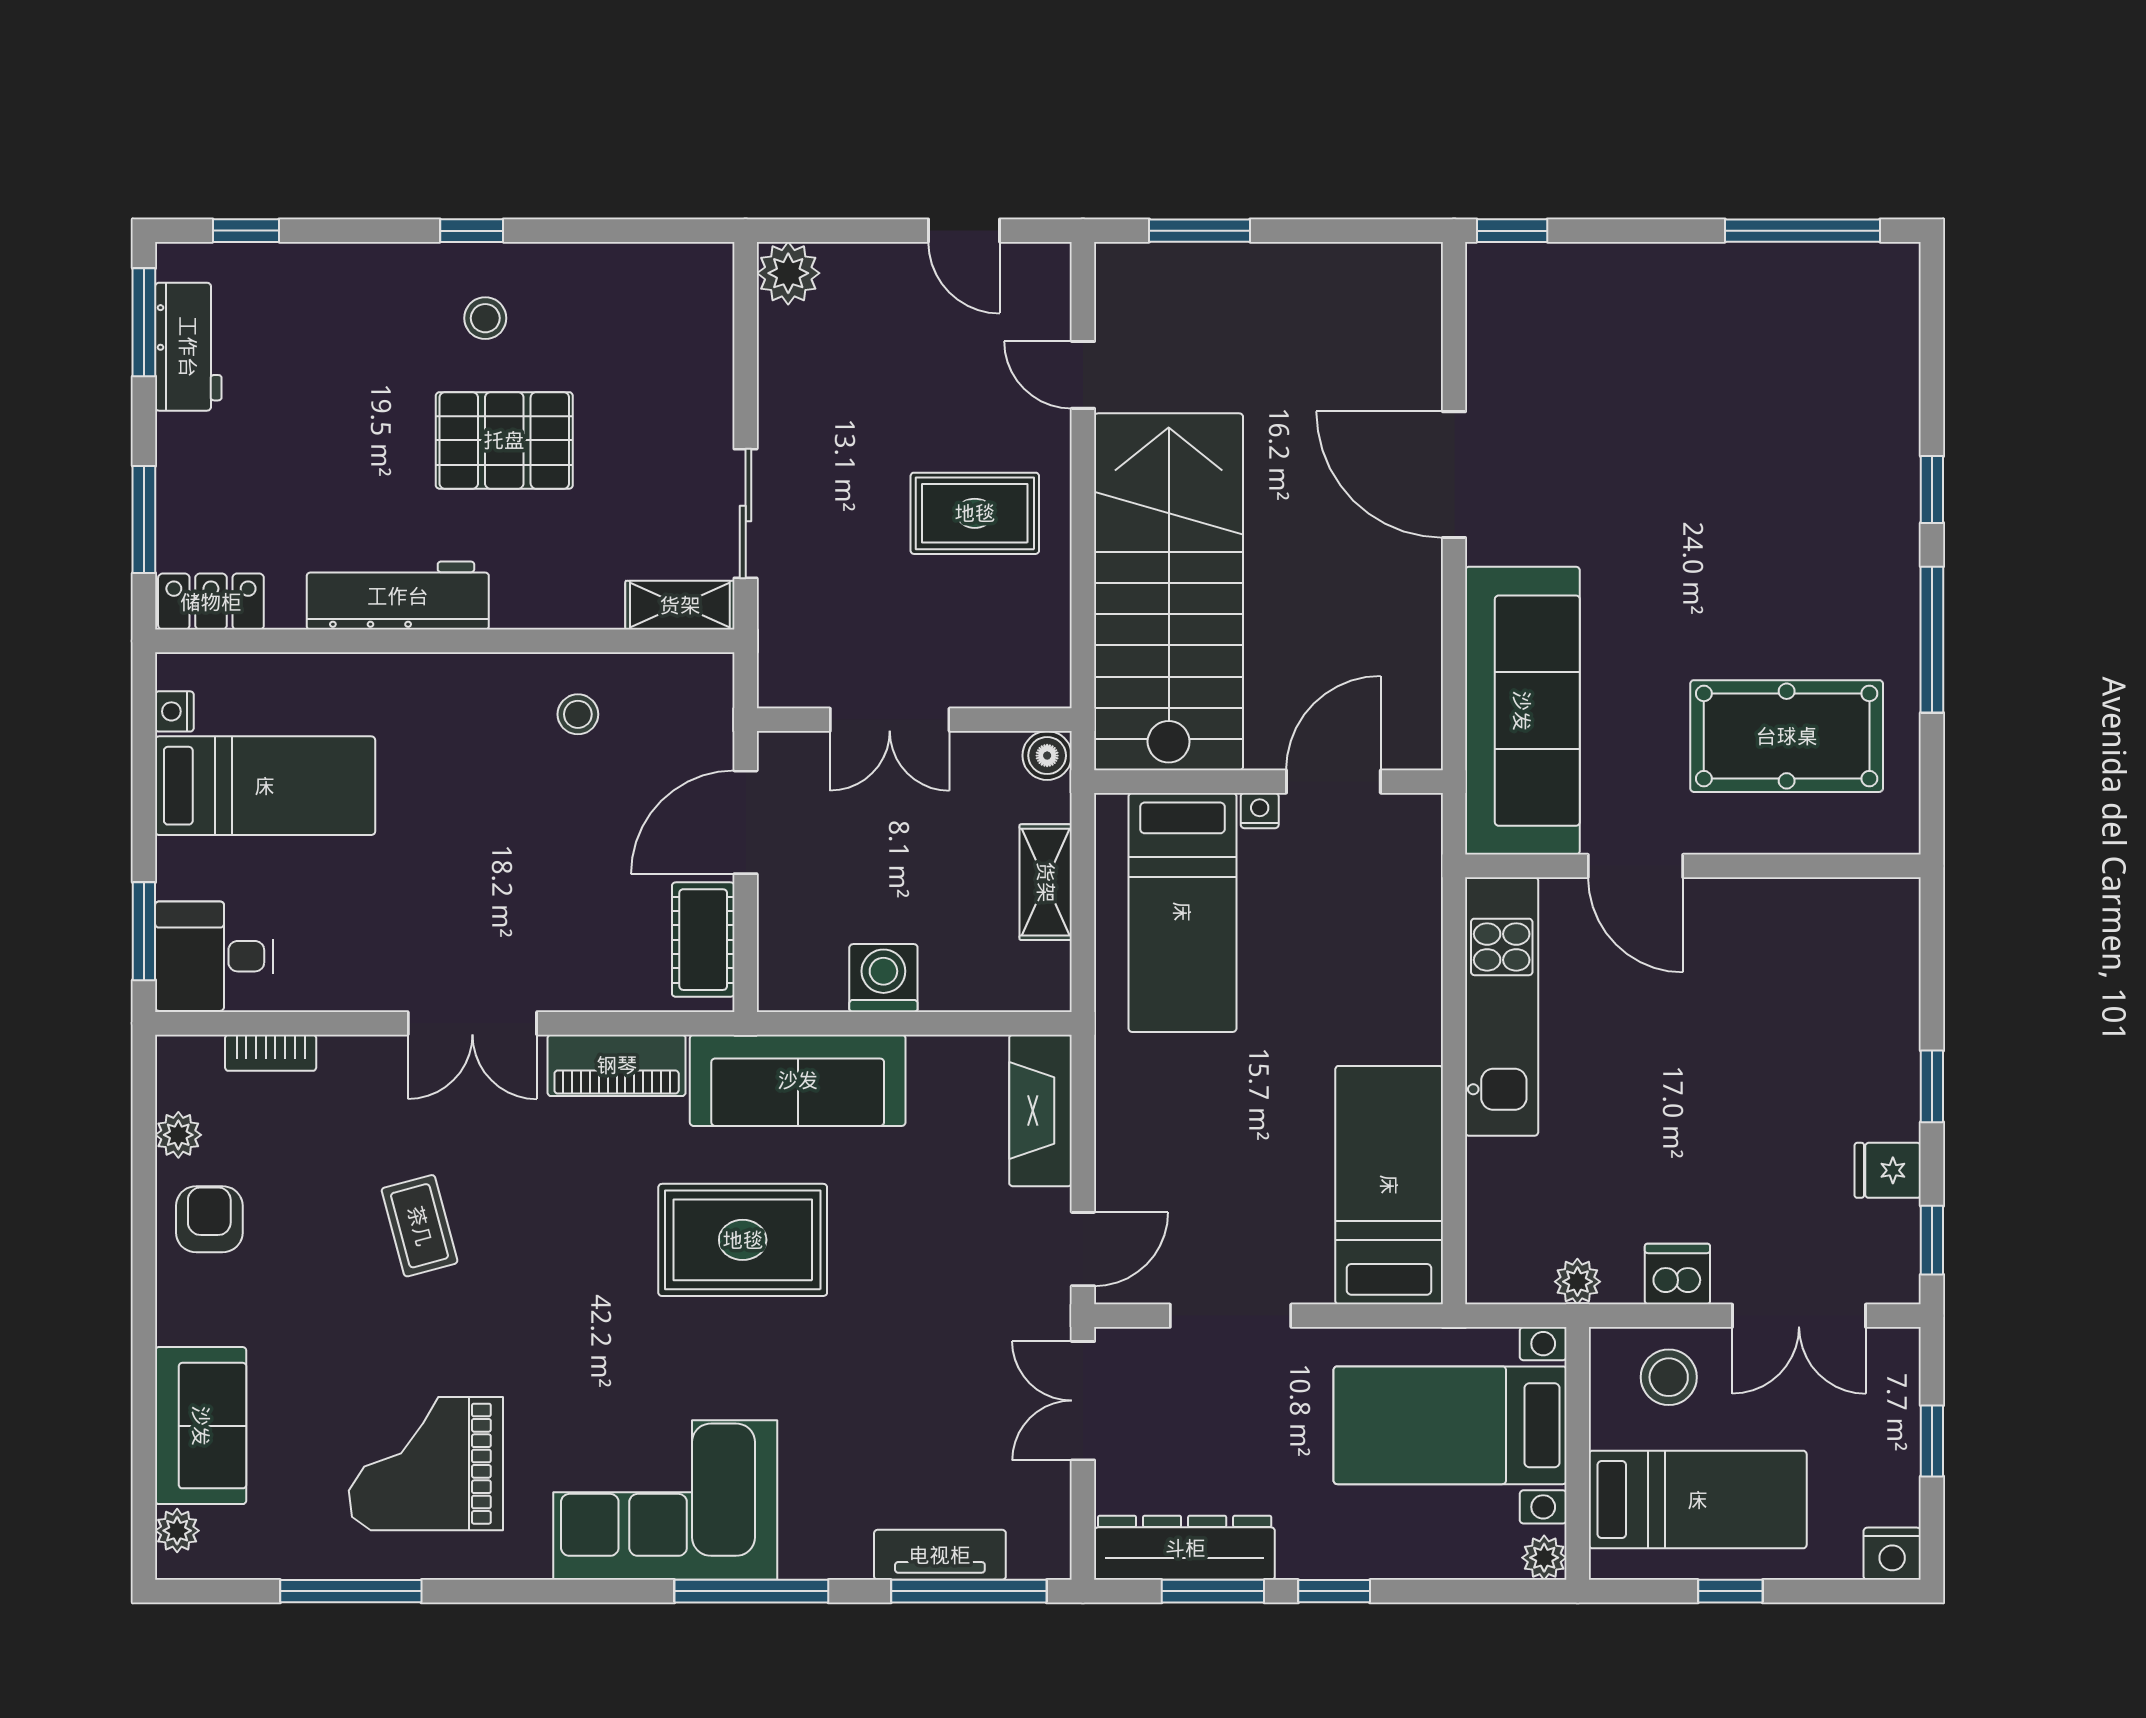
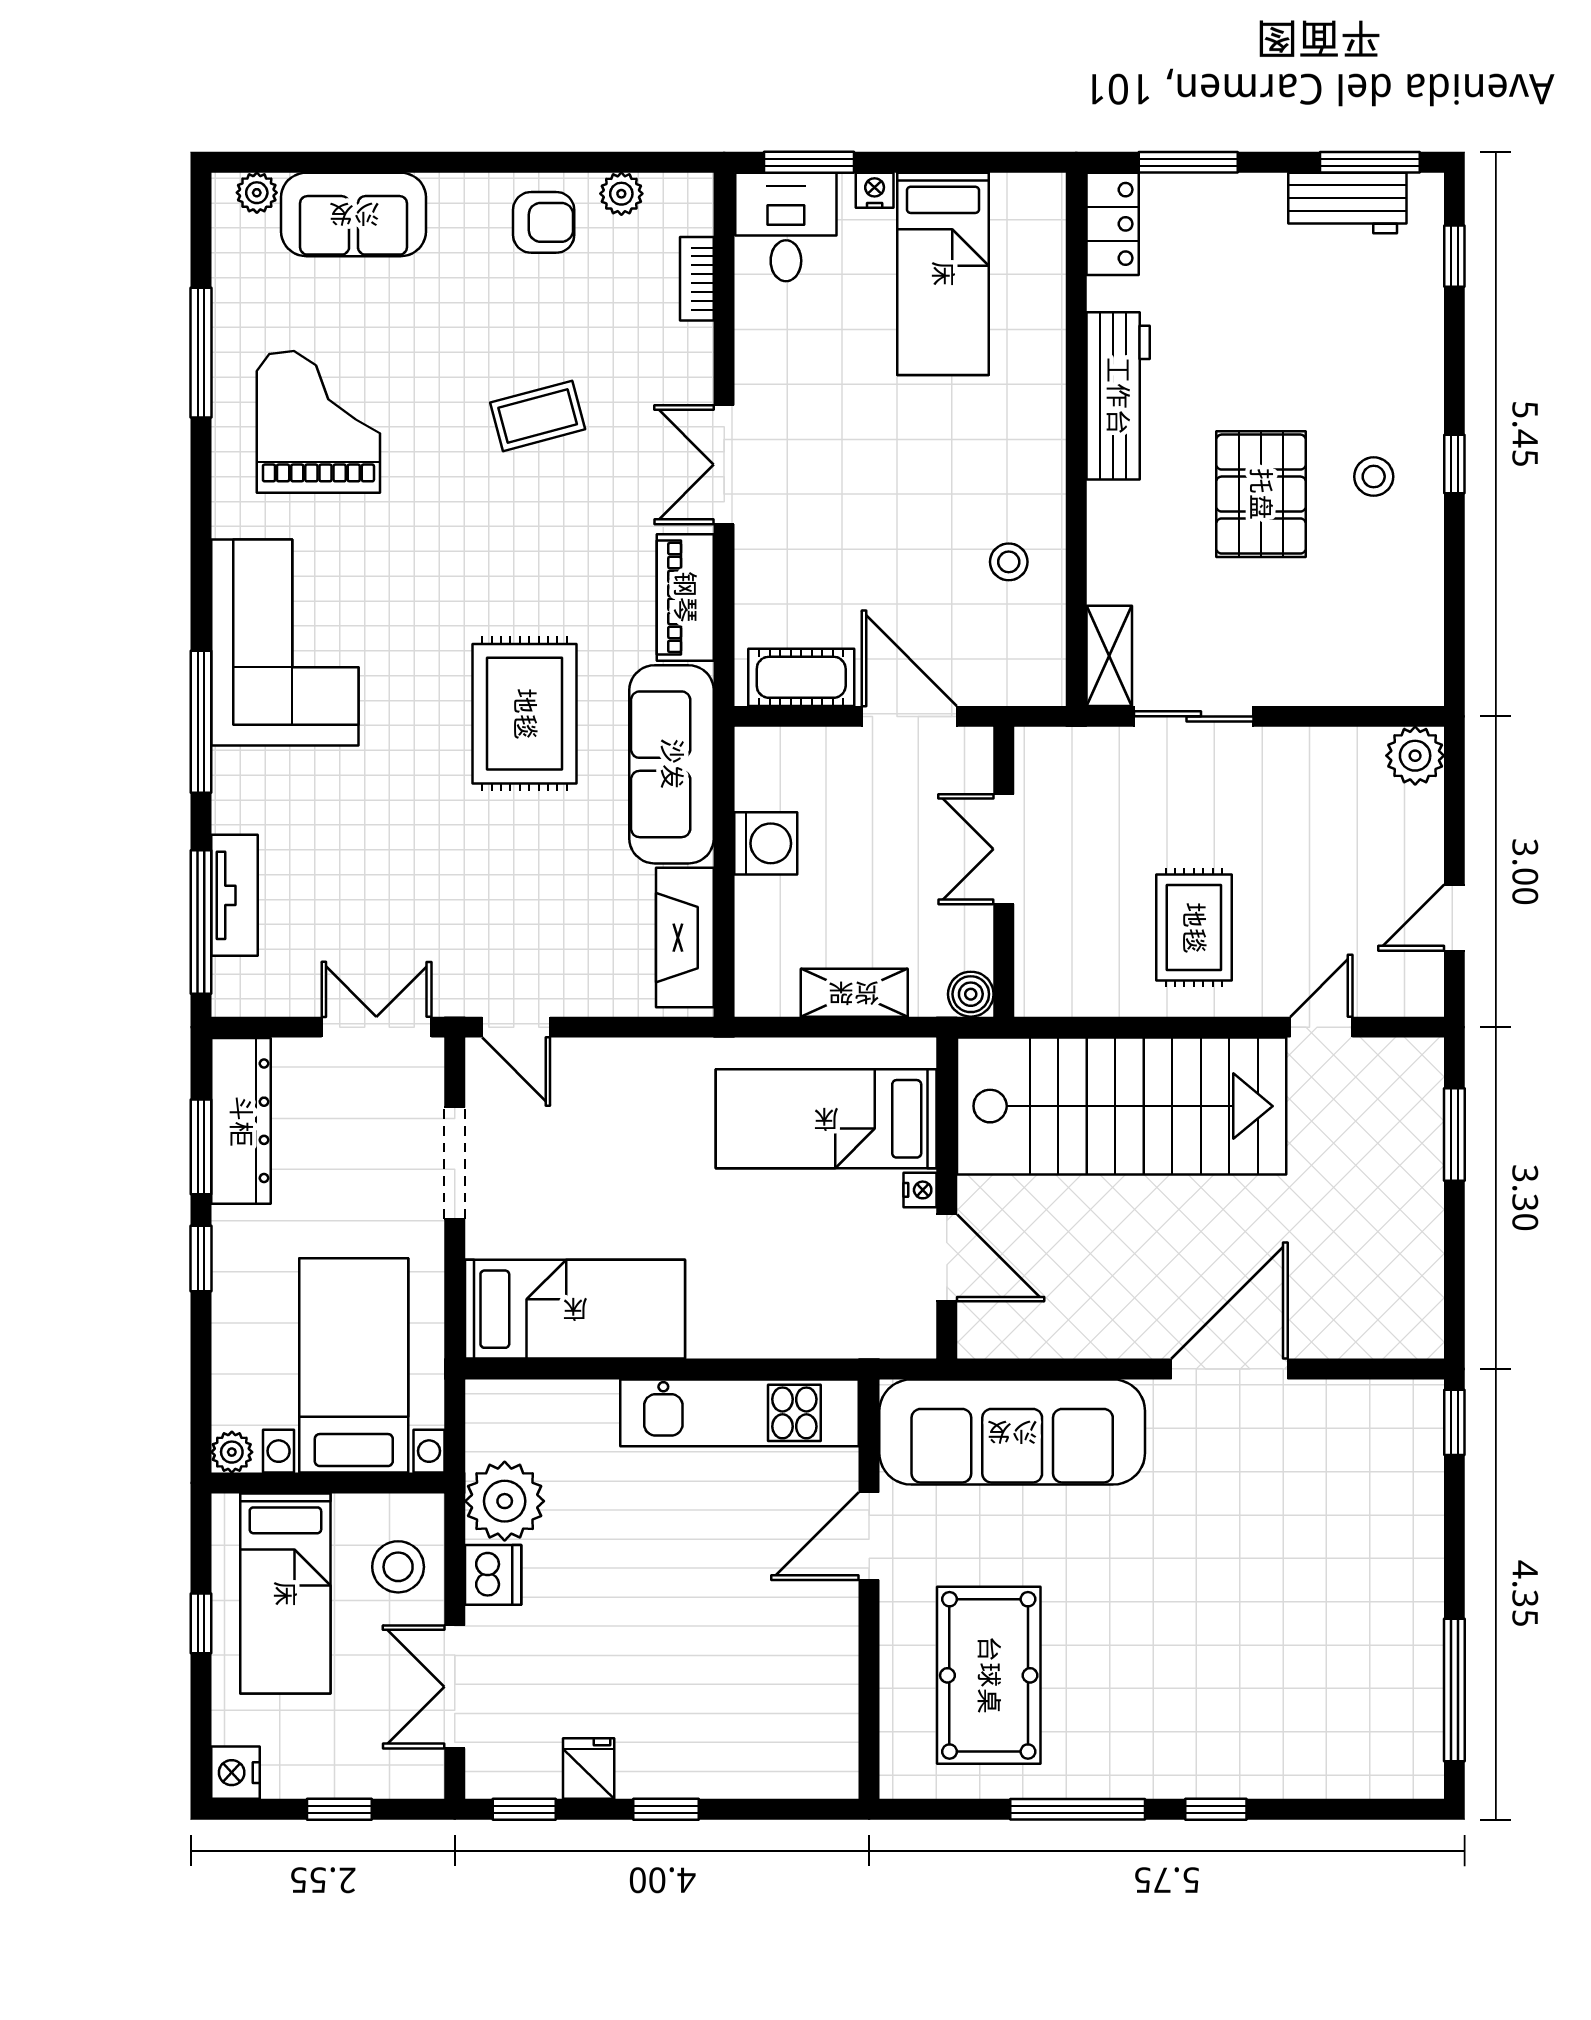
nightstand: (174, 711) -> (875, 190), moved
fireplace: (1040, 1110) -> (685, 938), moved, turned -90
plant: (1577, 1282) -> (505, 1501), width x1.87, depth x1.87

